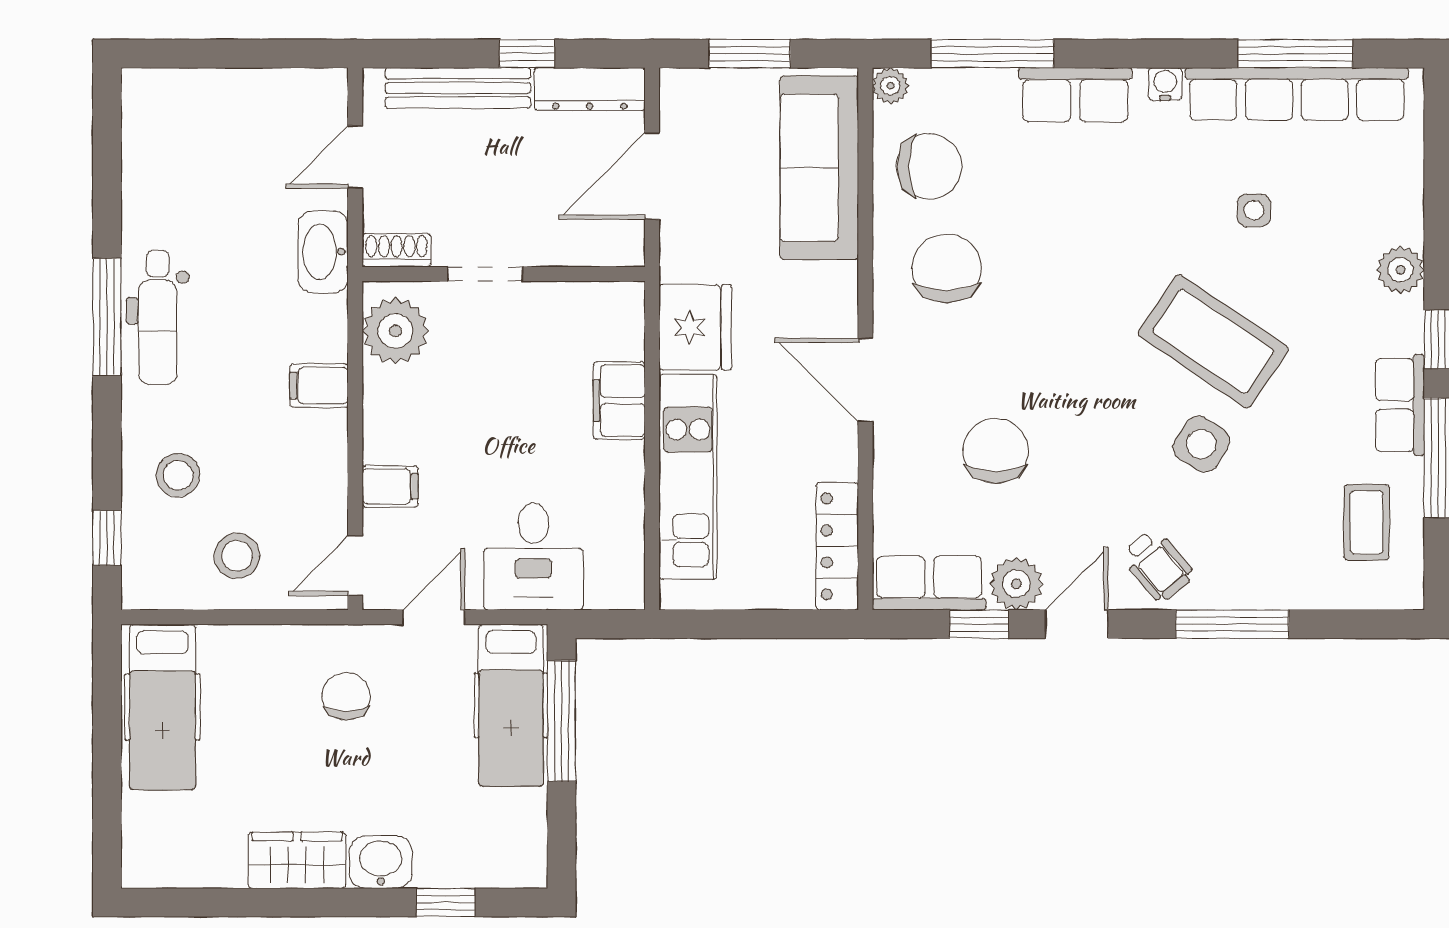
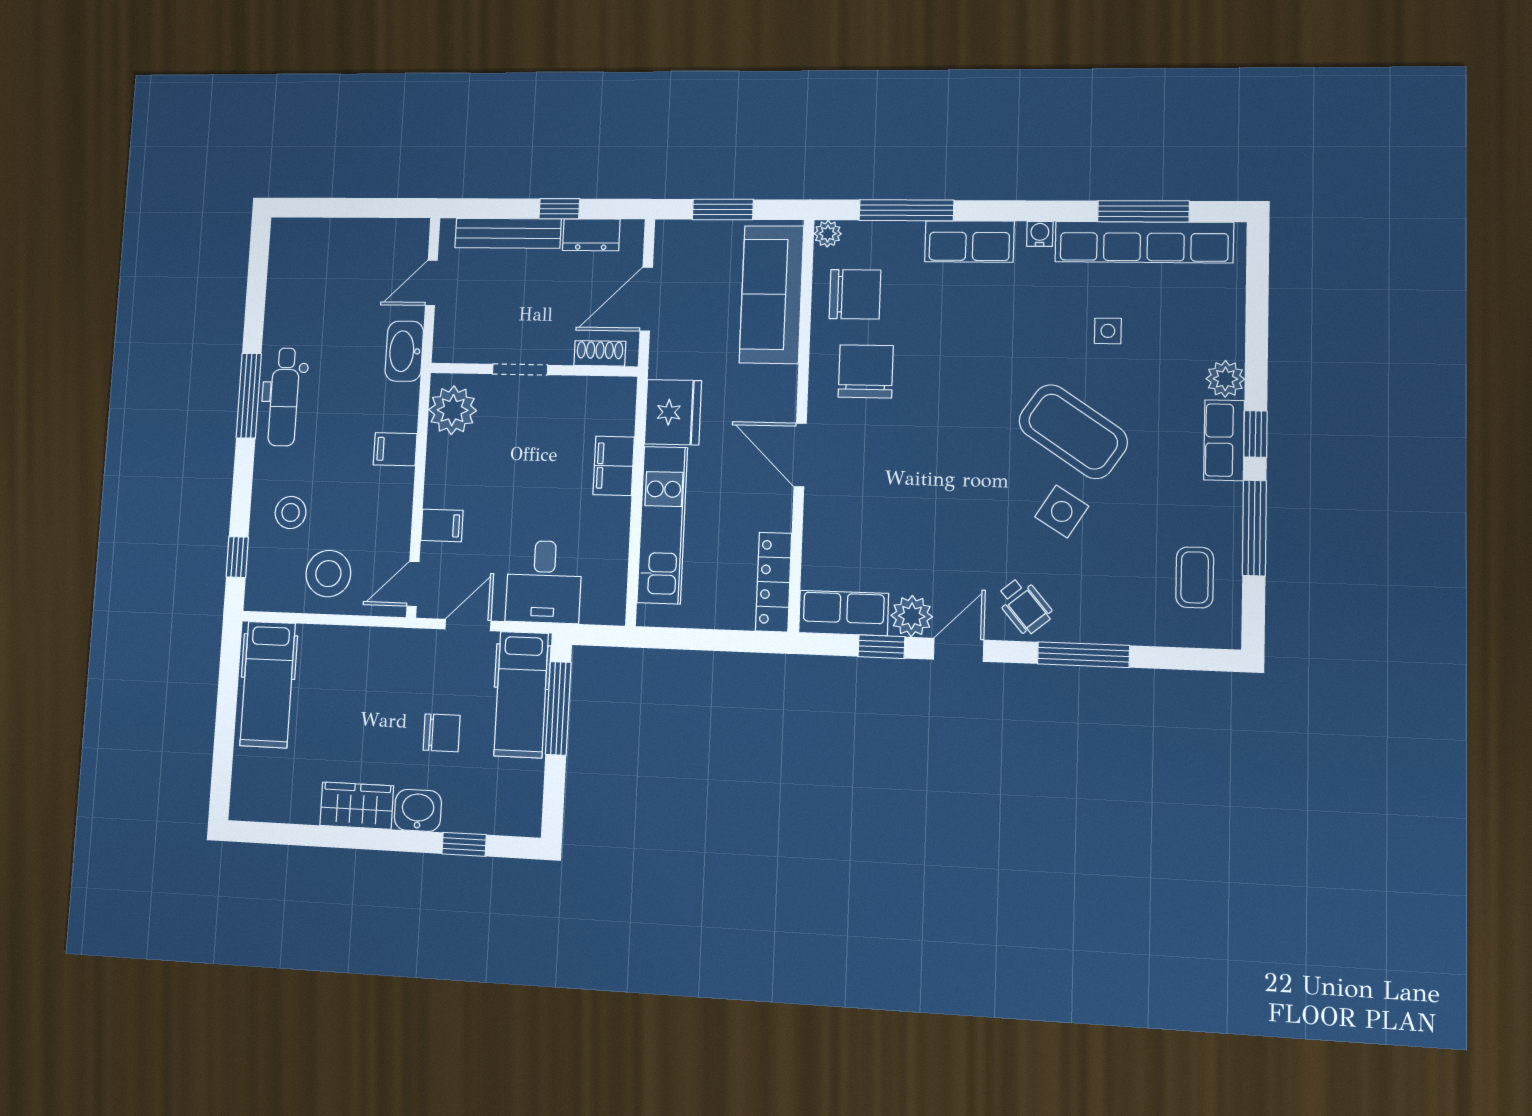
dresser: (590, 89) -> (591, 235), width x0.70
shoe rack: (397, 250) -> (600, 353), moved
row of seats: (1400, 405) -> (1224, 440), moved
chair: (996, 451) -> (899, 512), removed
stool: (237, 556) -> (328, 574), width x1.38, depth x1.38
chair: (346, 696) -> (442, 733), moved, turned 90

